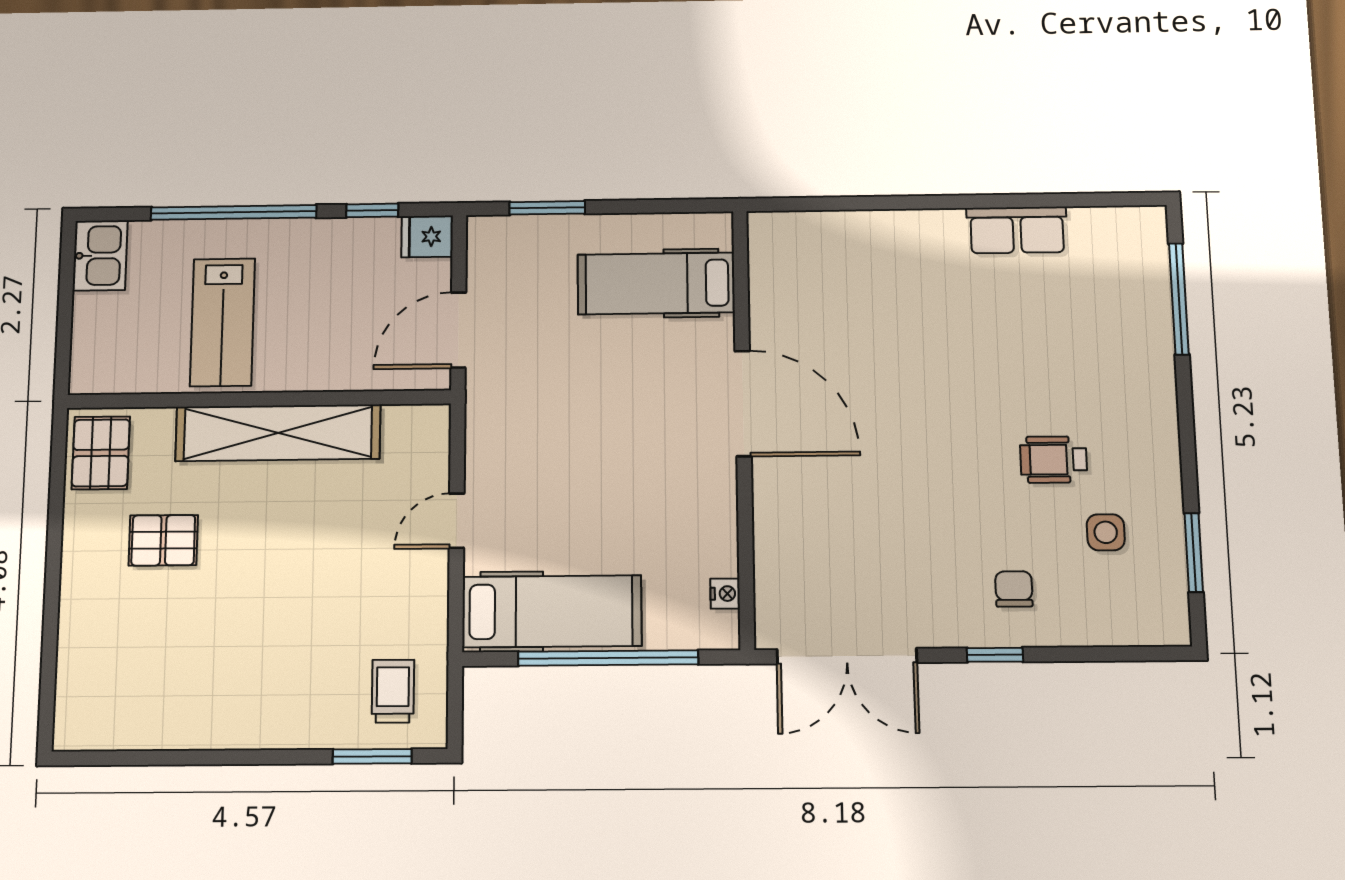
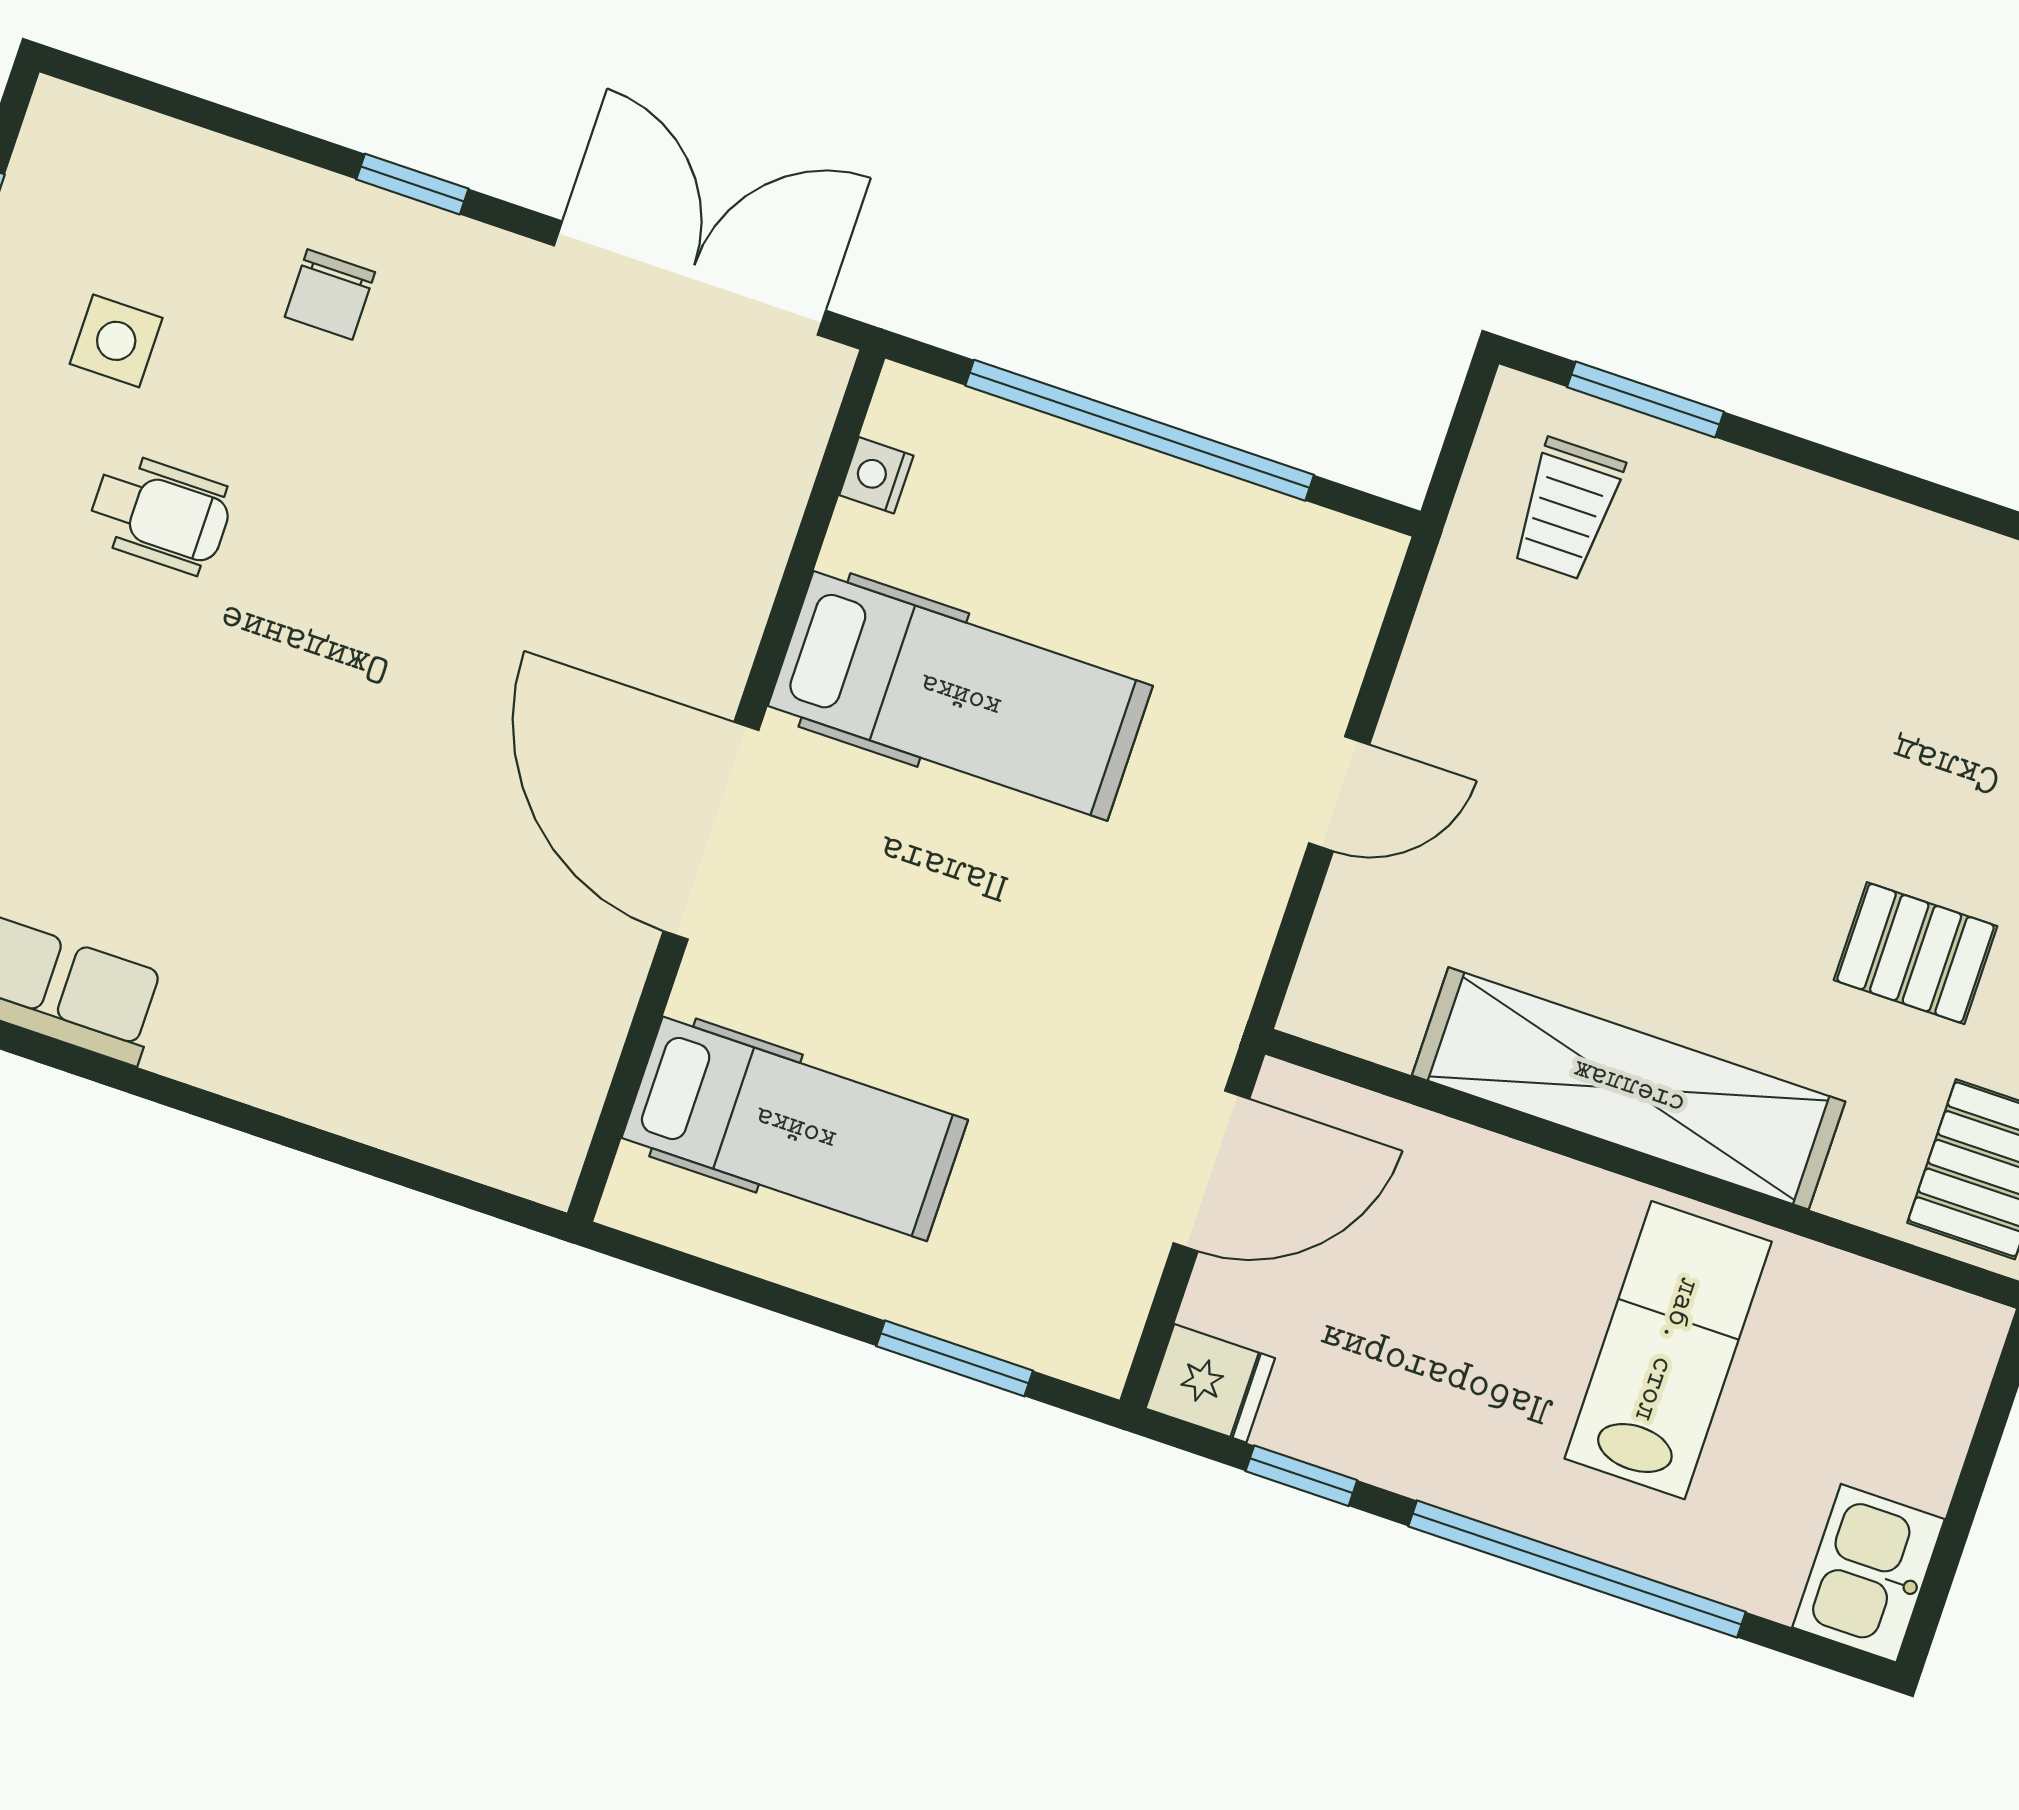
hospital bed: (552, 611) -> (960, 696), moved, turned 180

